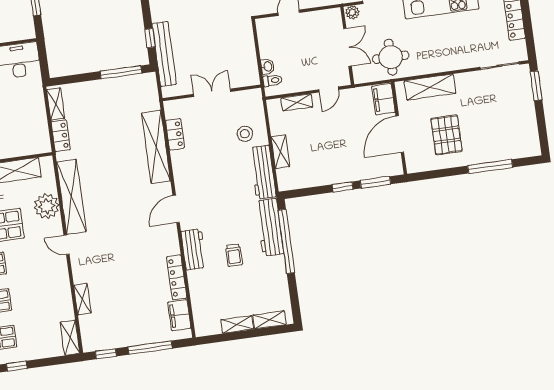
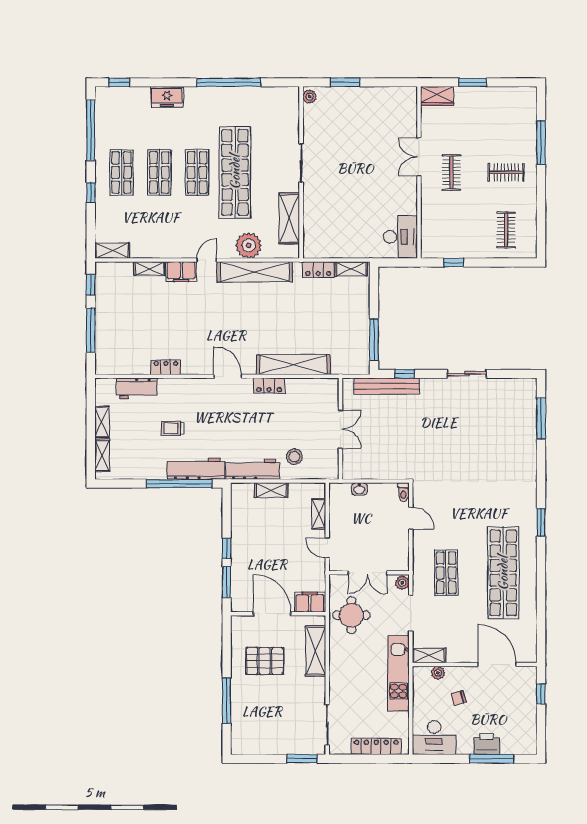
toilet: (272, 80) -> (403, 492), moved
locker: (175, 134) -> (269, 386), moved
workbench: (194, 249) -> (137, 388), moved
locker: (177, 277) -> (166, 367), width x0.66
filing cabinet: (179, 315) -> (181, 272), moved, turned 180

